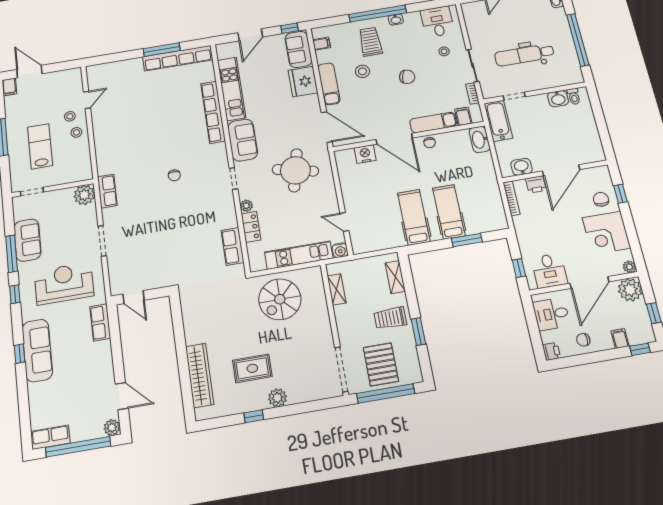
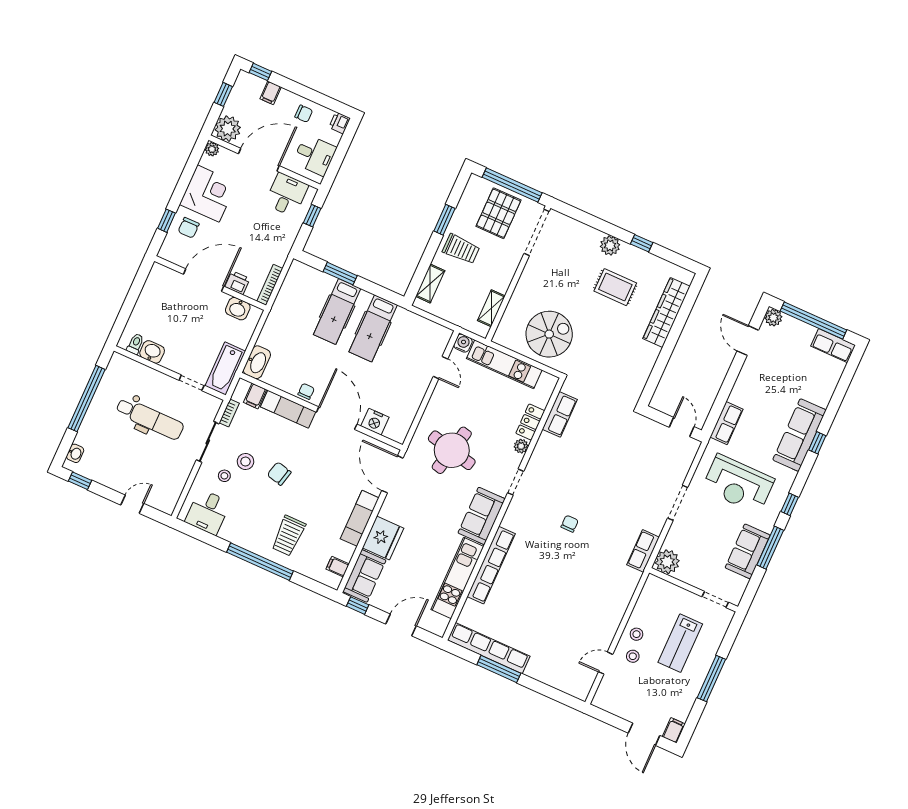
washbasin: (396, 19) -> (247, 543), removed
stool: (362, 71) -> (245, 462), moved

